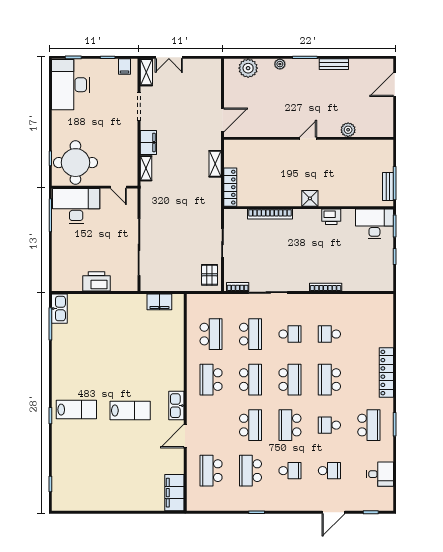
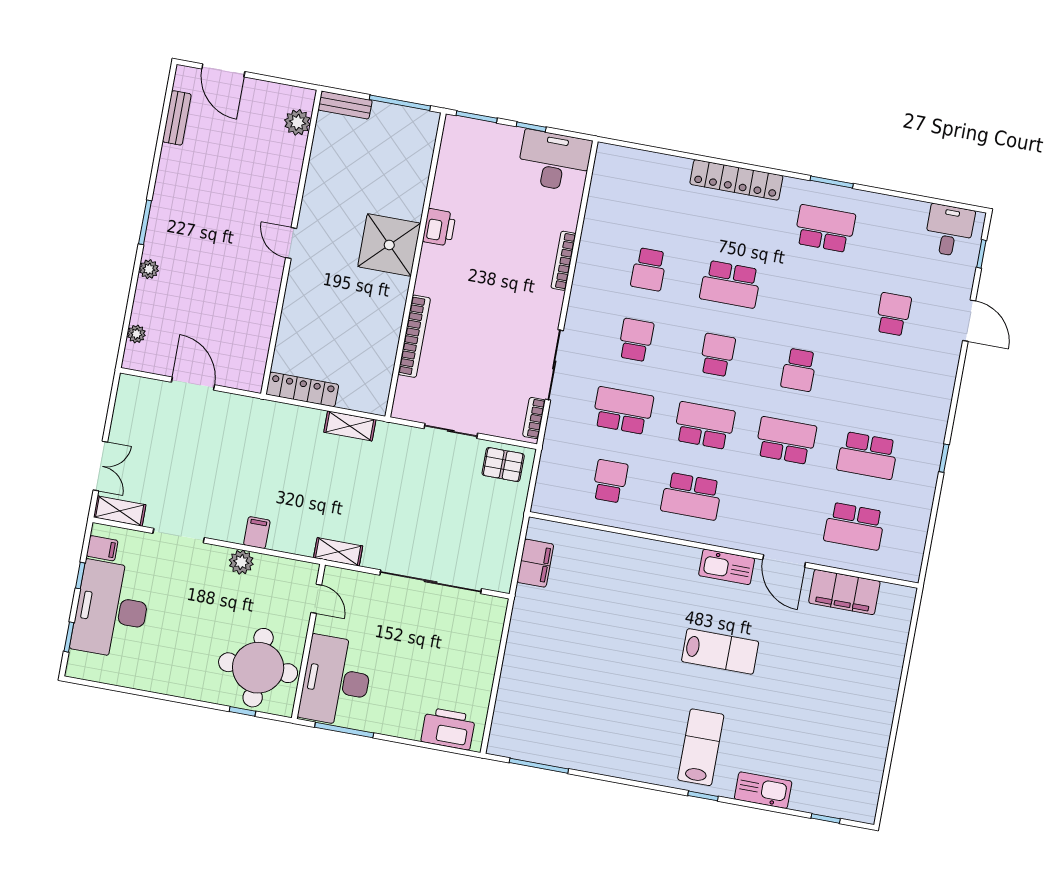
bench: (334, 64) -> (177, 118), moved
plant: (248, 68) -> (136, 334), width x0.53, depth x0.53
desk: (71, 85) -> (111, 609), moved, turned 90
door: (222, 120) -> (193, 384), moved
plant: (348, 130) -> (297, 122), moved
filing cabinet: (148, 142) -> (257, 533), width x0.50
plant: (131, 143) -> (241, 562), added
shelving: (215, 164) -> (350, 426), moved
shelving: (146, 168) -> (338, 552), moved
door: (118, 187) -> (316, 599), hinge flipped
locker: (230, 187) -> (302, 389), moved
bench: (388, 187) -> (345, 105), moved
shower: (310, 198) -> (389, 245), width x1.86, depth x1.86
desk: (374, 224) -> (554, 161), moved, turned 90
printer: (97, 281) -> (448, 729), moved, turned 90
kitchen sink: (59, 309) -> (763, 790), moved
school desk: (211, 334) -> (610, 481), width x0.54
school desk: (290, 380) -> (717, 355), width x0.54
lab bench: (130, 410) -> (720, 651), turned 90
school desk: (290, 425) -> (799, 370), width x0.54
school desk: (329, 425) -> (812, 299), removed
school desk: (290, 471) -> (880, 385), removed
desk: (380, 474) -> (949, 231), moved
filing cabinet: (174, 493) -> (844, 592), moved

